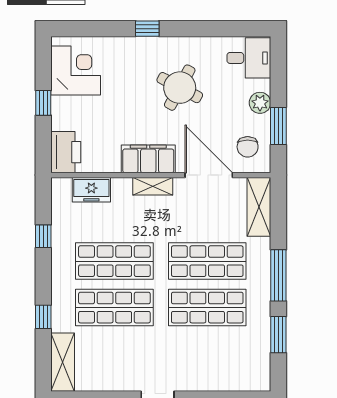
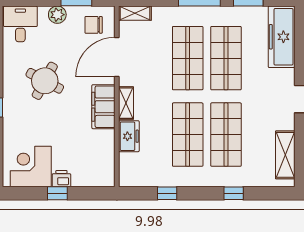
chair: (248, 147) -> (94, 25), turned 180
printer: (66, 152) -> (61, 179), moved, width x0.53, depth x0.68
freezer: (91, 190) -> (129, 136), moved
shelving: (259, 207) -> (135, 13), width x0.67, depth x0.75
shelving: (63, 362) -> (285, 155), moved, turned 90
freezer: (233, 375) -> (282, 37), added

